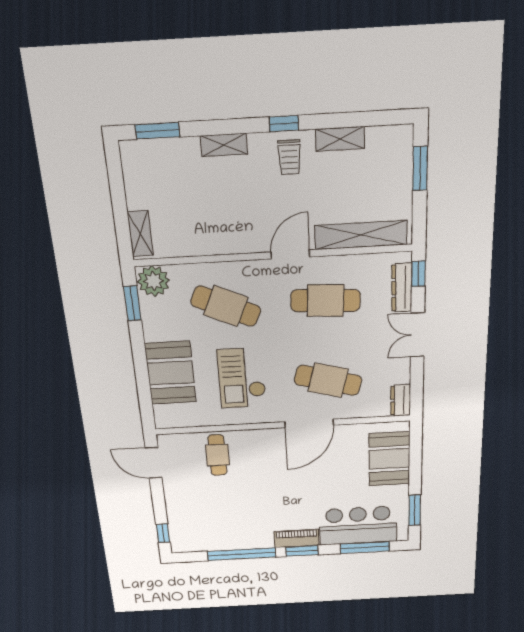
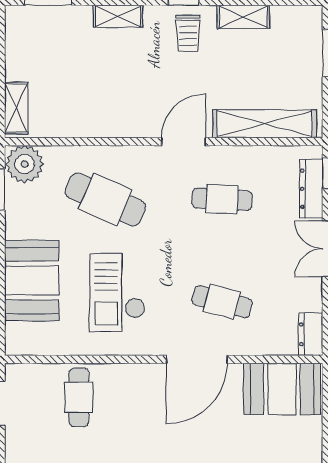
cafe table: (325, 301) -> (222, 199), width x0.73, depth x0.74
cafe table: (328, 380) -> (222, 302), width x0.73, depth x0.74
booth: (389, 459) -> (282, 389), moved, turned 90

